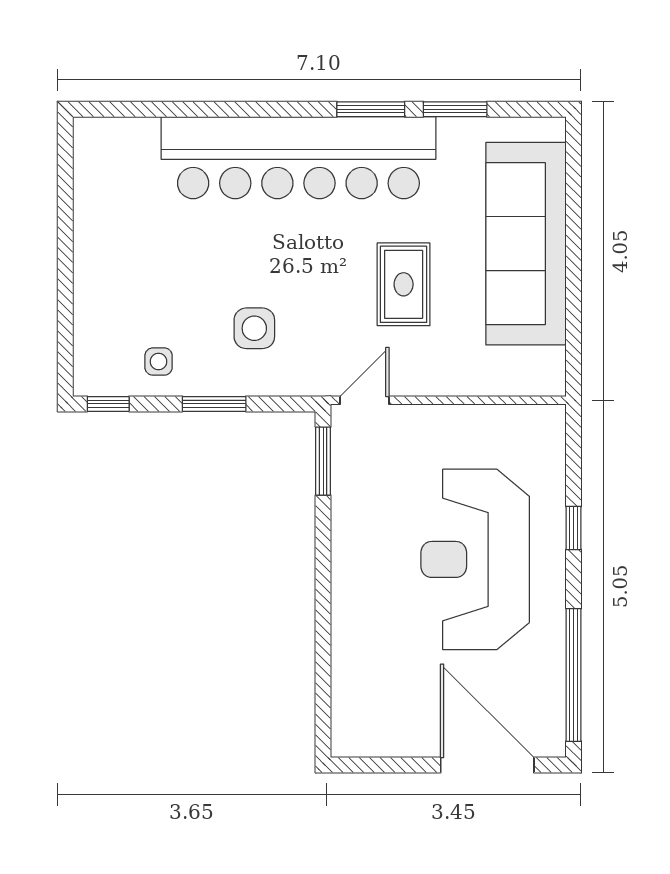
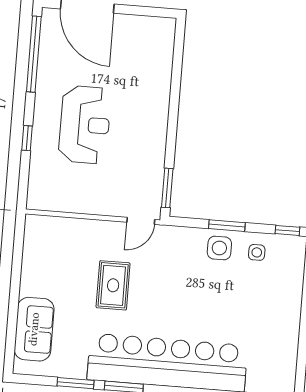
sofa: (526, 244) -> (34, 329), width x0.54, depth x0.79
side table: (254, 328) -> (219, 248), moved
reception desk: (475, 559) -> (85, 125), width x0.74, depth x0.77

